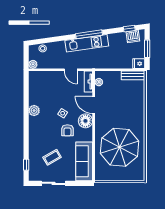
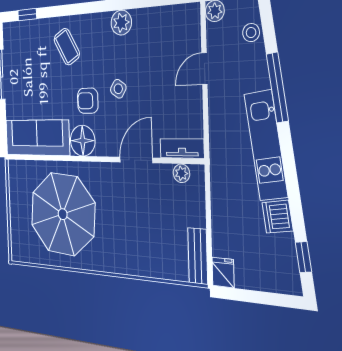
window: (89, 34) -> (277, 87), moved
dishwasher: (133, 36) -> (278, 217), moved
window: (147, 49) -> (257, 297), removed
door: (71, 70) -> (204, 69), moved
floor lamp: (85, 121) -> (83, 141), moved
coffee table: (52, 157) -> (67, 47), moved

